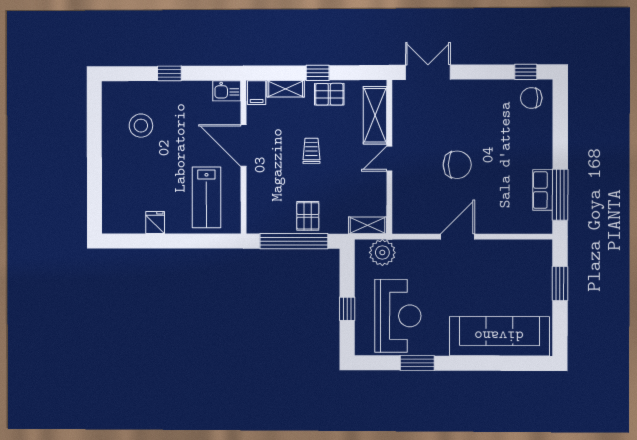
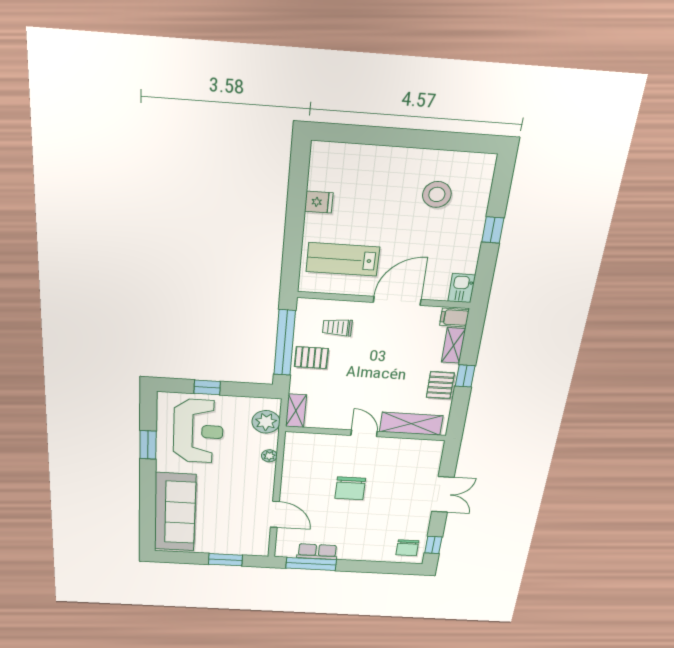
double door: (428, 72) -> (443, 494), moved
chair: (531, 98) -> (407, 548), turned 180
trolley: (311, 151) -> (337, 327), moved, turned 180
door: (458, 237) -> (275, 514), moved
plant: (422, 247) -> (269, 456), added
reception desk: (398, 316) -> (198, 431), turned -90

